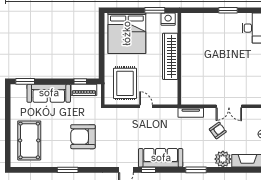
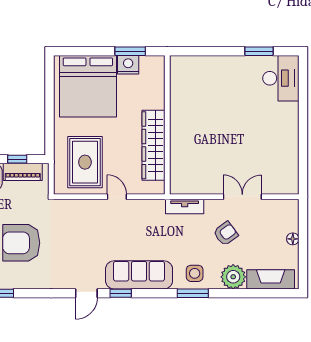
window: (228, 10) -> (259, 51), moved
nightstand: (168, 19) -> (128, 65), moved
wardrobe: (170, 56) -> (153, 145), moved
double door: (229, 106) -> (242, 197), swing flipped
side table: (197, 157) -> (195, 273), added

